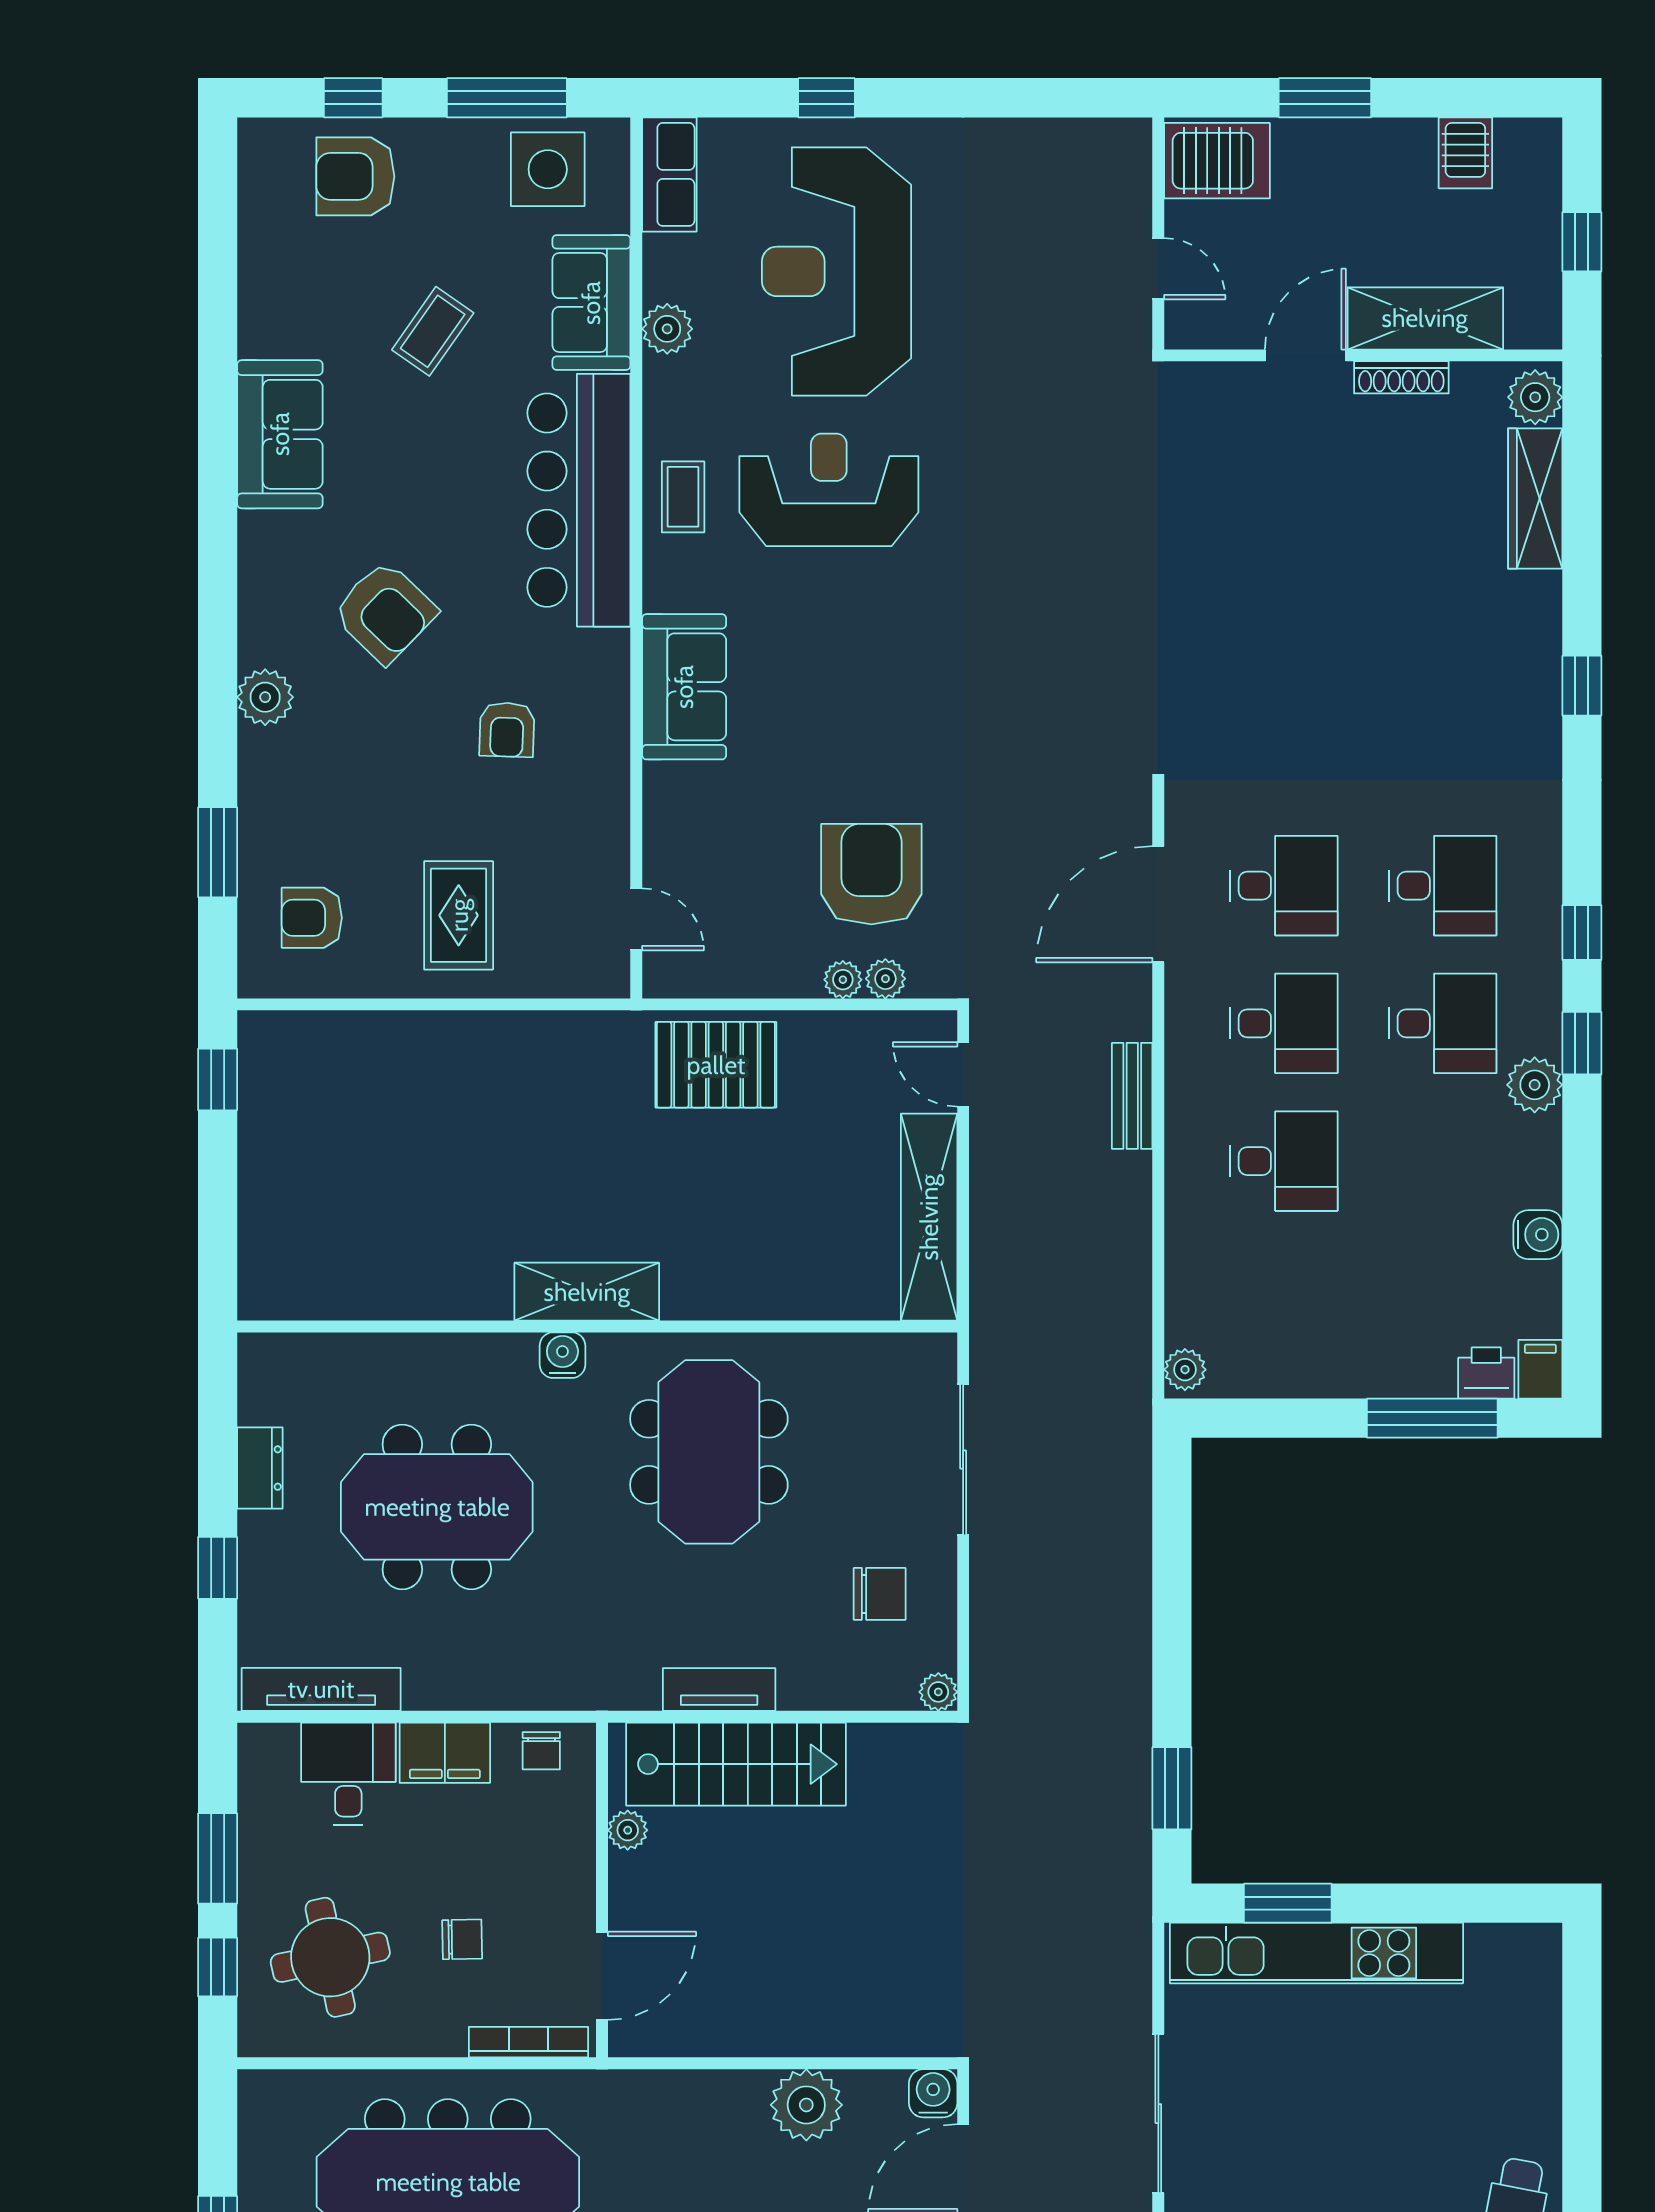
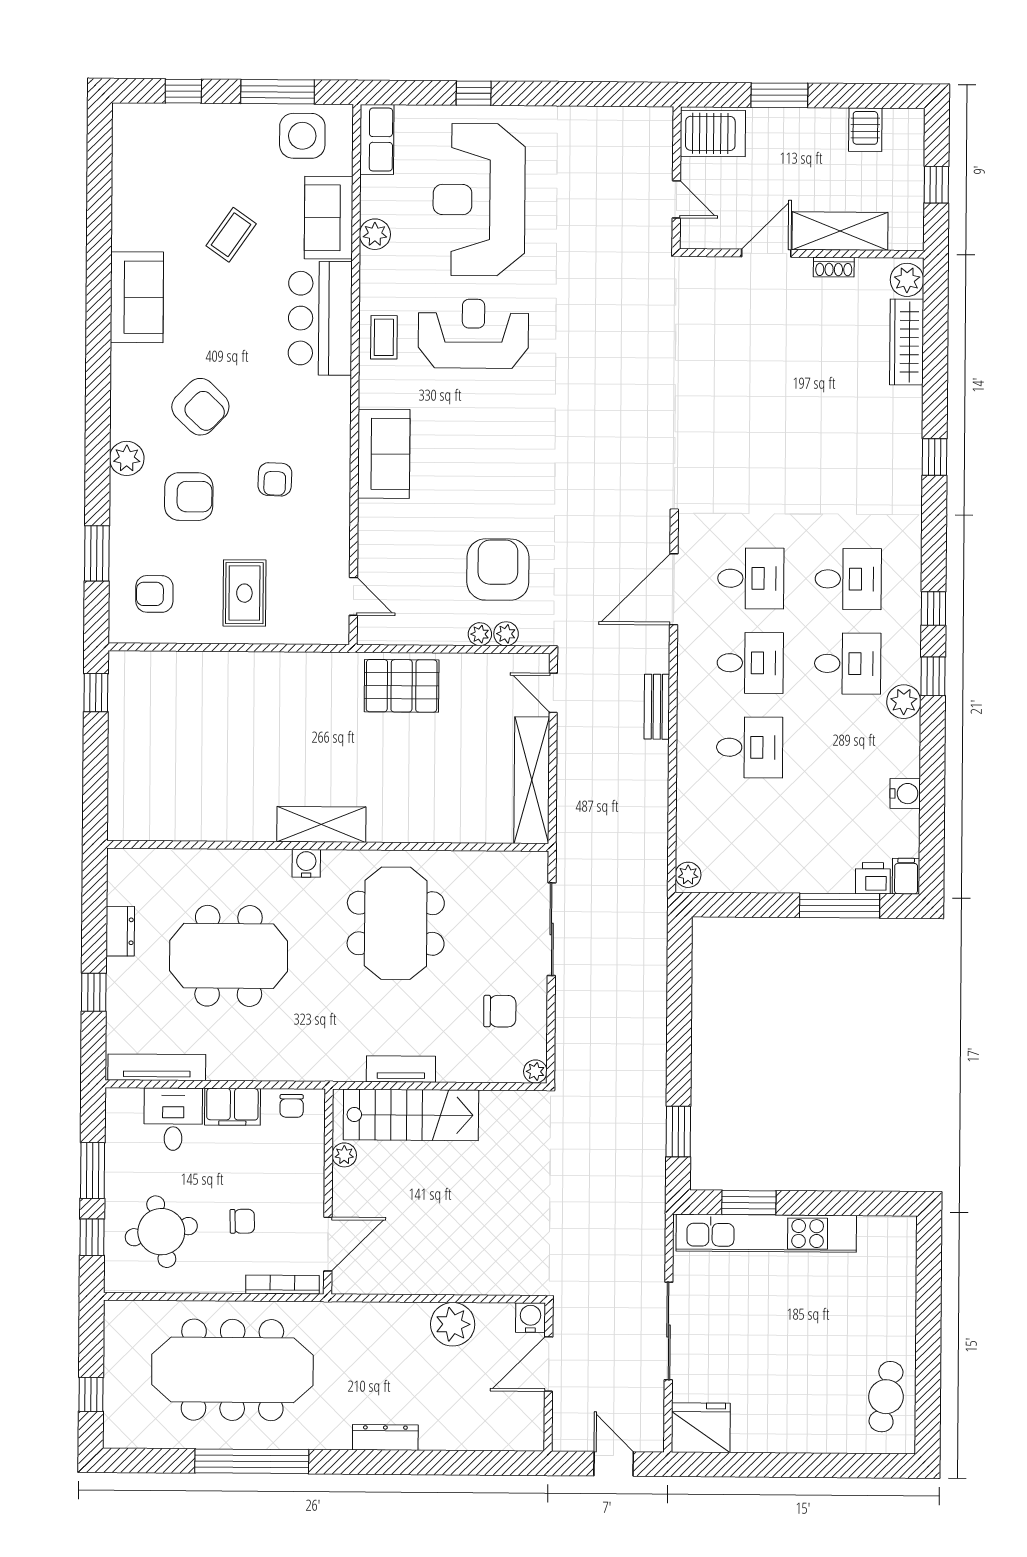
armchair: (355, 176) -> (189, 497), moved, turned 180
shoe rack: (1401, 377) -> (834, 267), width x0.70
bar counter: (579, 500) -> (320, 318), width x0.73

